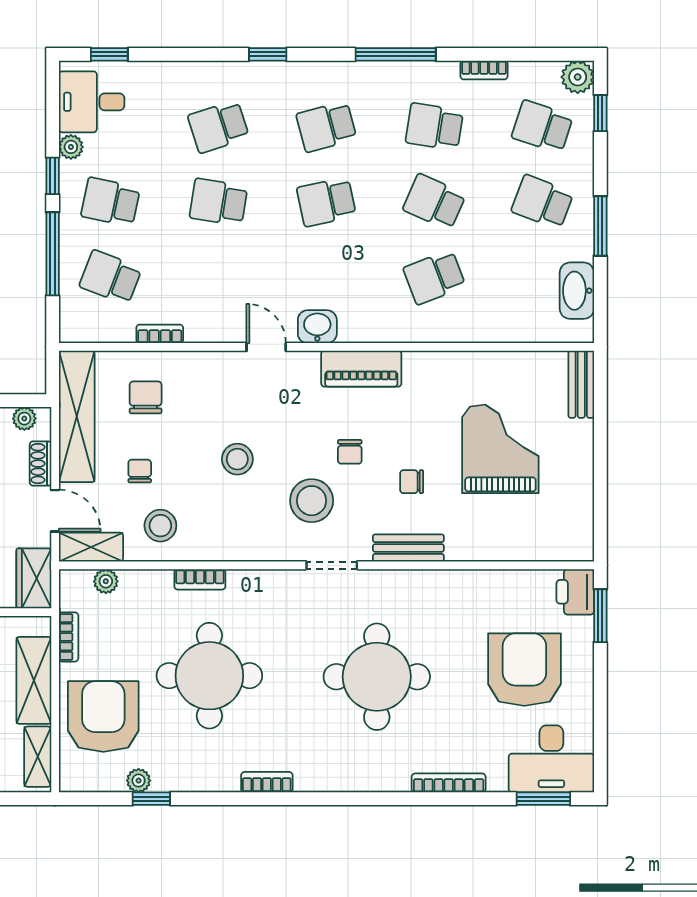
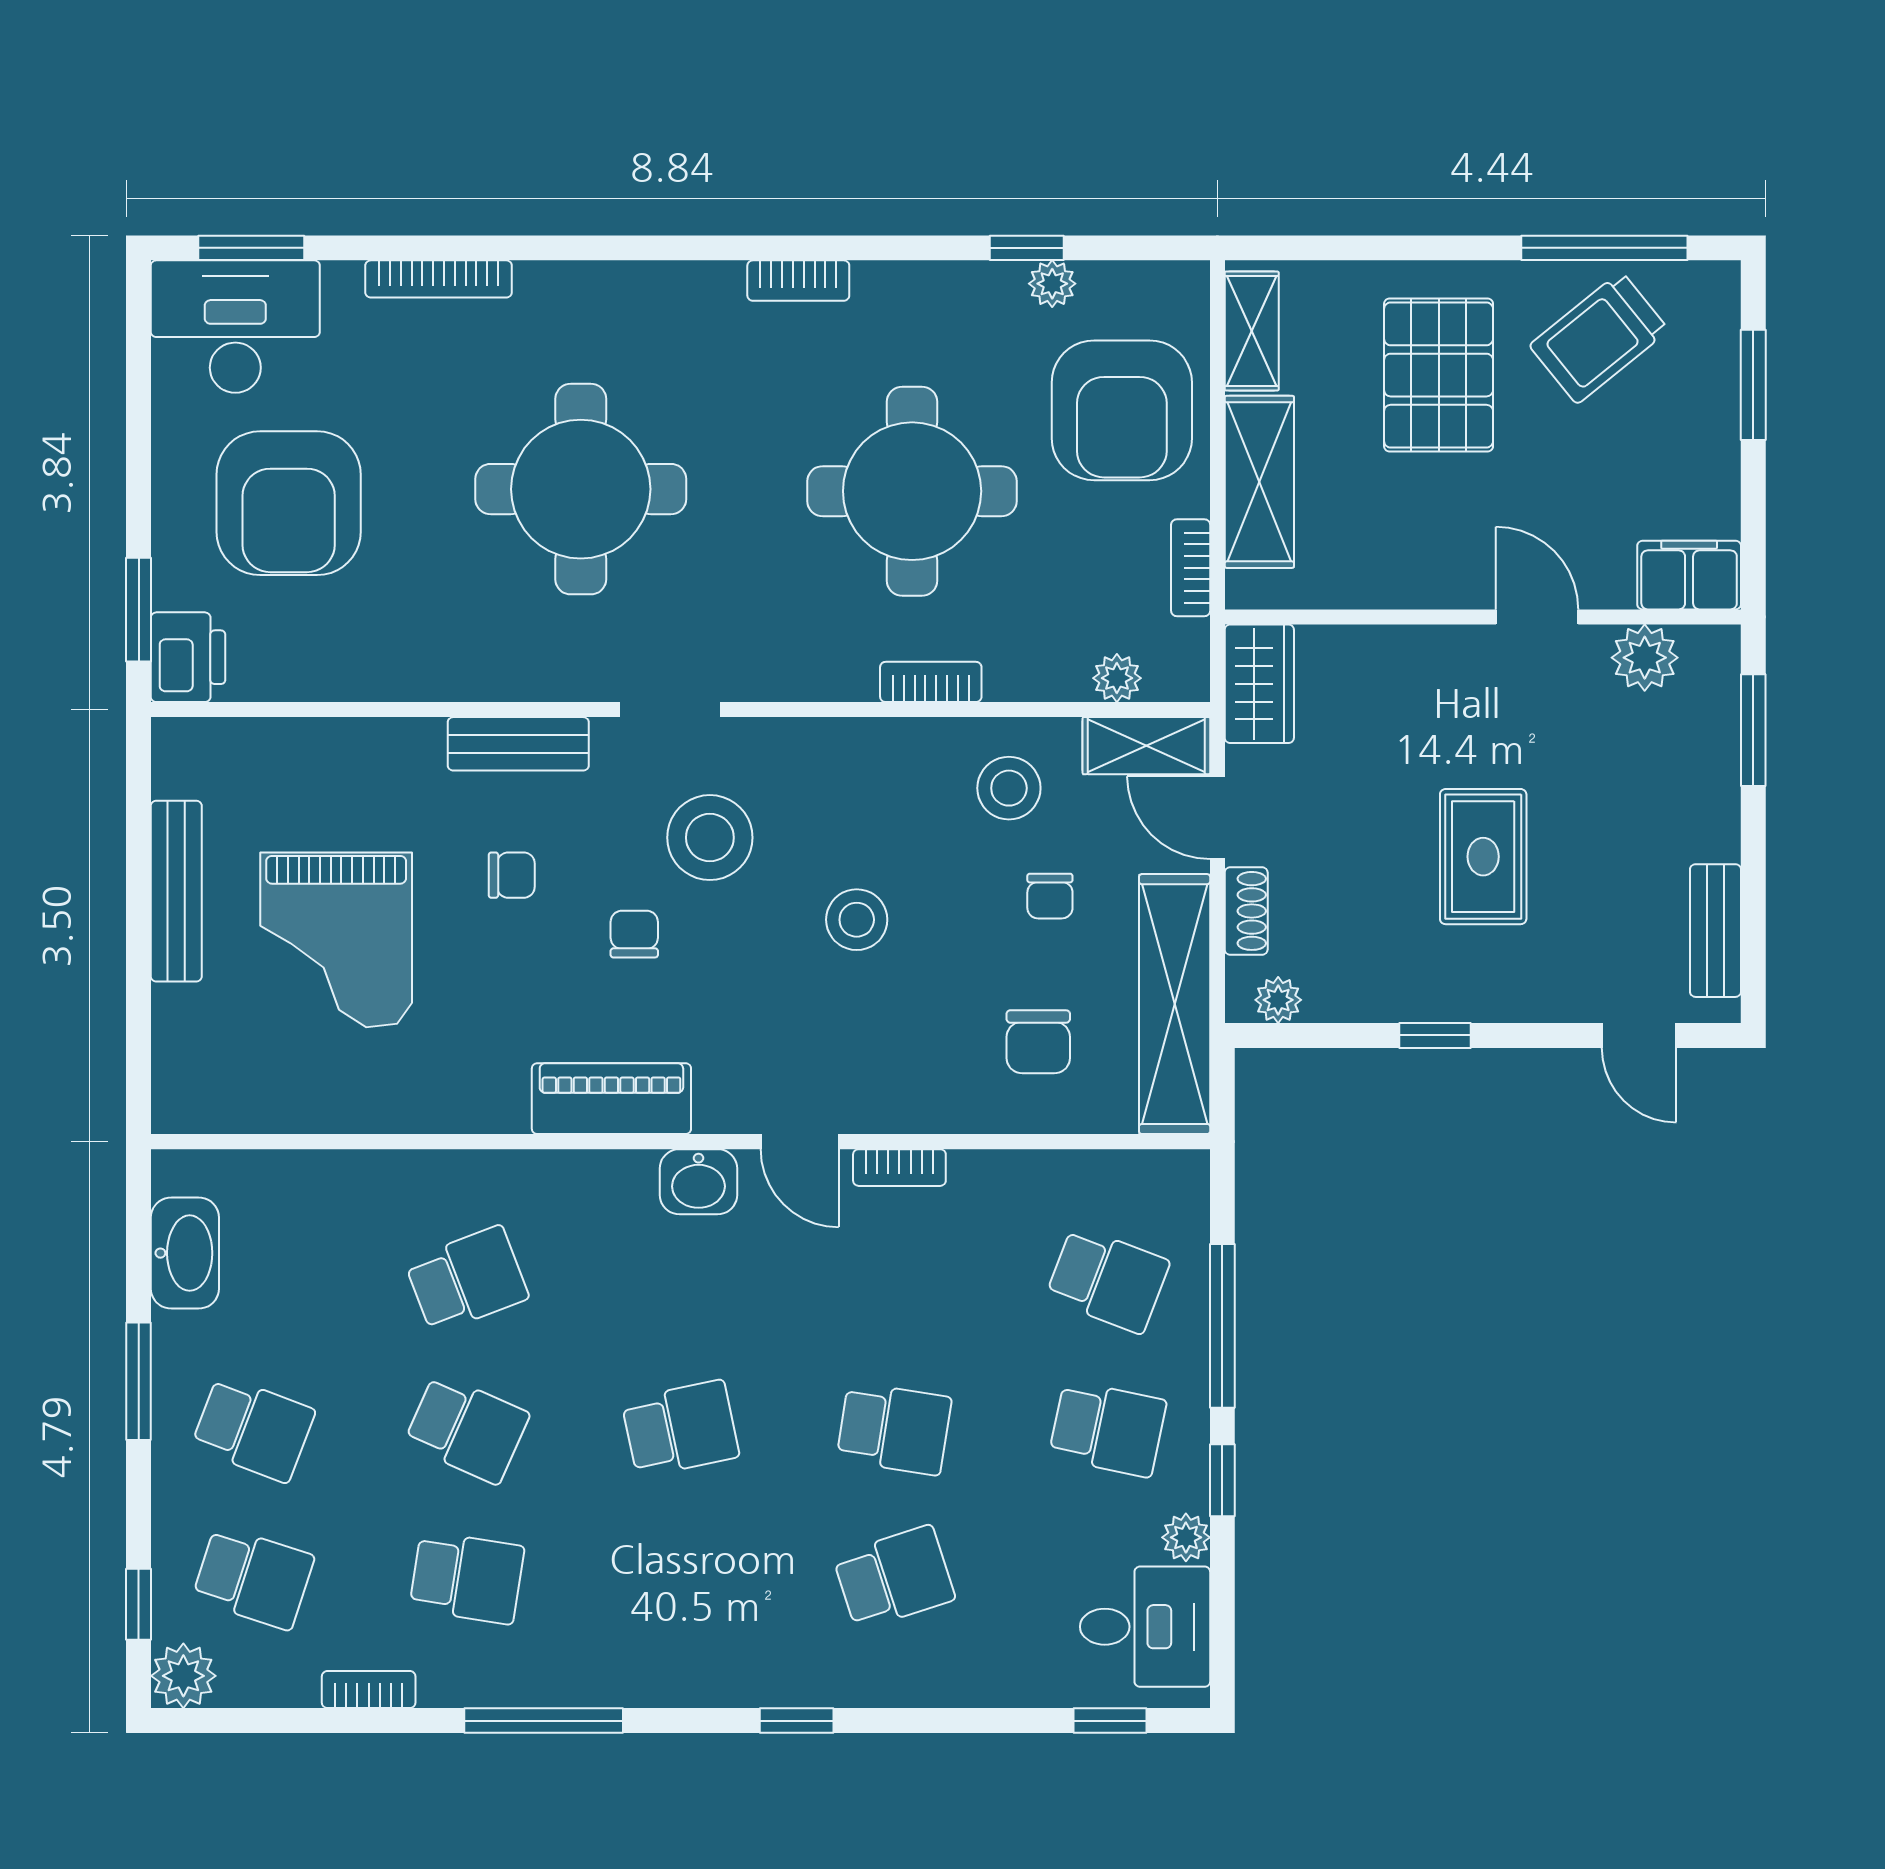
school desk: (326, 127) -> (680, 1578), removed
bookcase: (160, 334) -> (899, 1168), moved
bench: (581, 384) -> (176, 891), moved, width x1.36

